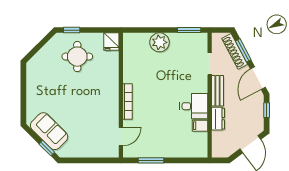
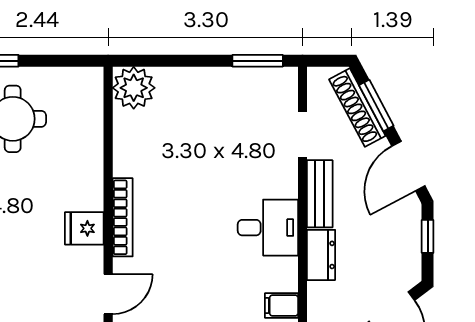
fridge: (111, 42) -> (84, 228), moved, turned 90
plant: (159, 42) -> (134, 88), moved
filing cabinet: (200, 126) -> (281, 306), moved

